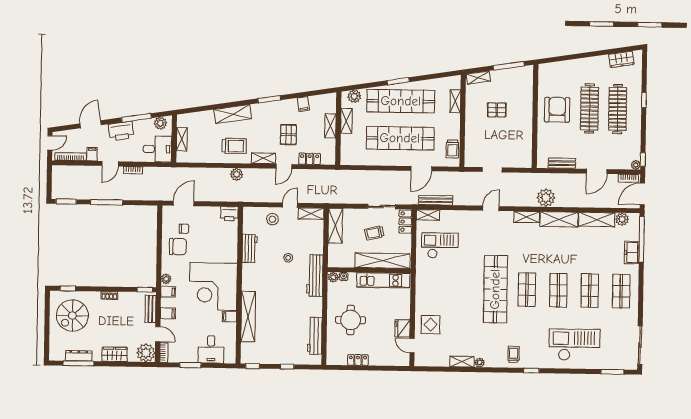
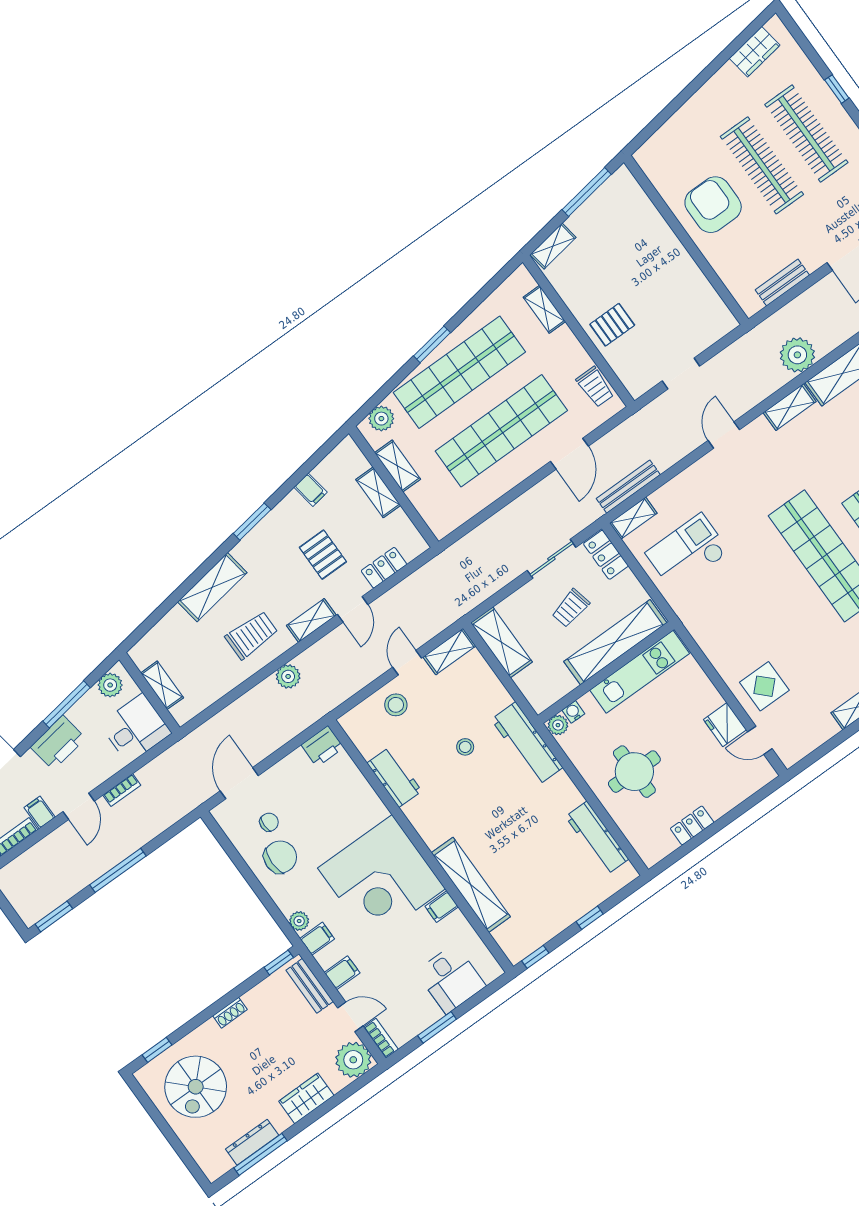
pallet: (497, 110) -> (612, 325), moved

